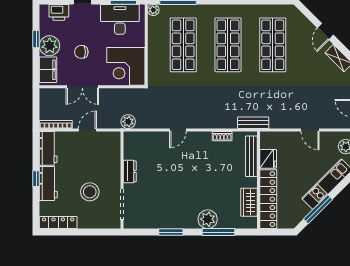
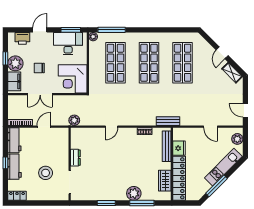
locker: (58, 223) -> (17, 196), width x0.66

